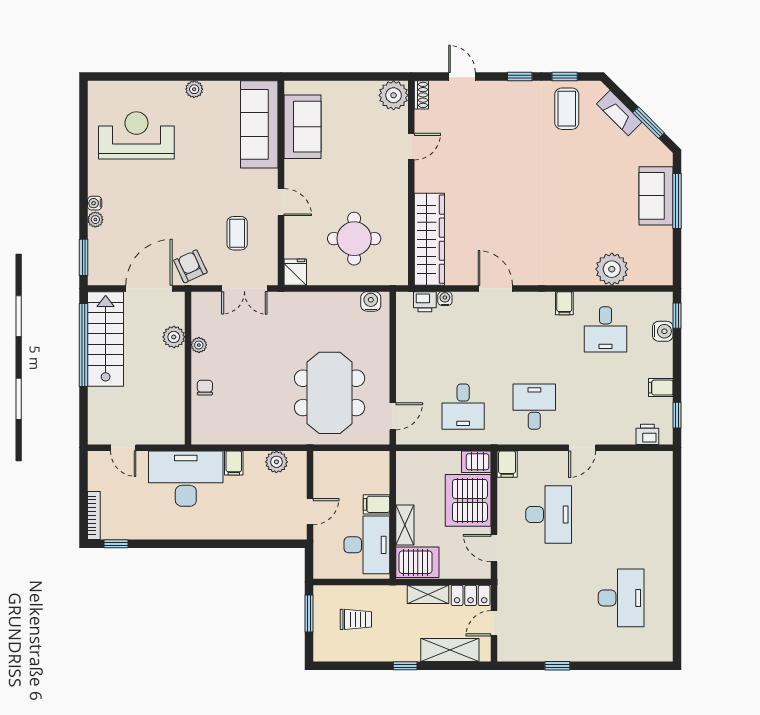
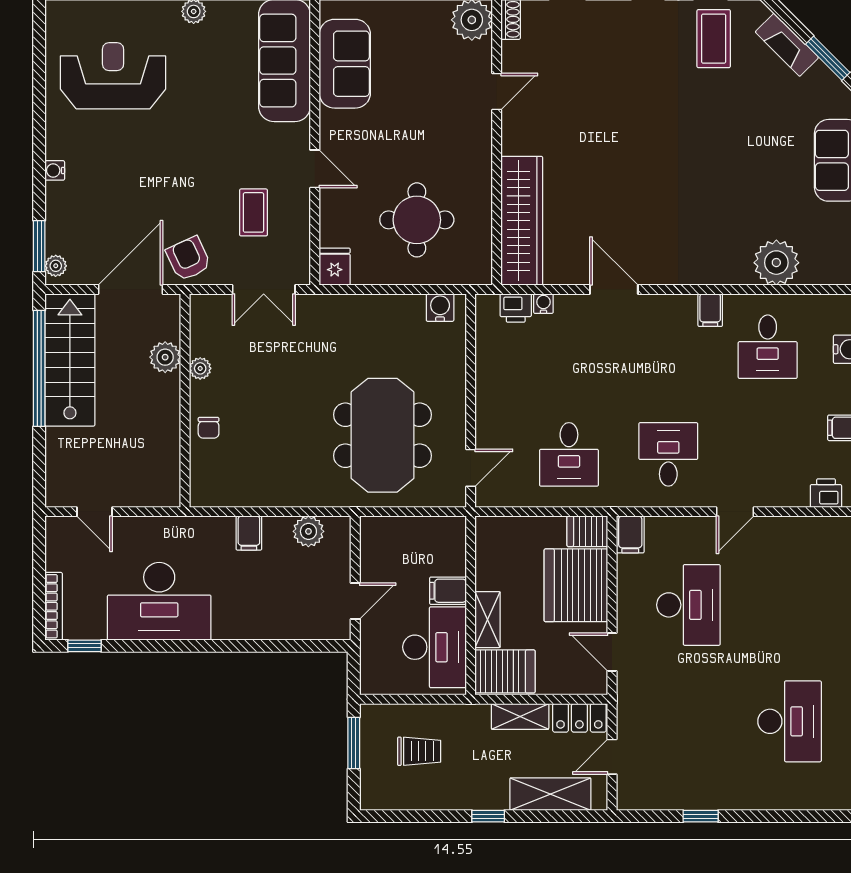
plant: (95, 220) -> (56, 266), moved
chair: (205, 388) -> (209, 428), turned 180
desk: (186, 479) -> (159, 601), moved, turned 180

